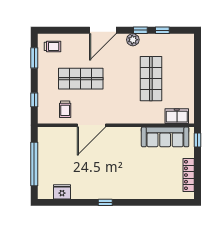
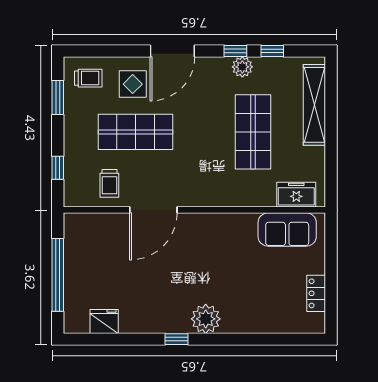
plant: (133, 40) -> (242, 67), moved
display table: (79, 50) -> (133, 84), added
shelving: (188, 62) -> (314, 105), added
sofa: (165, 137) -> (287, 230), width x0.73
window: (197, 140) -> (331, 235), removed
locker: (189, 175) -> (316, 293), width x0.66
plant: (123, 190) -> (206, 319), added

